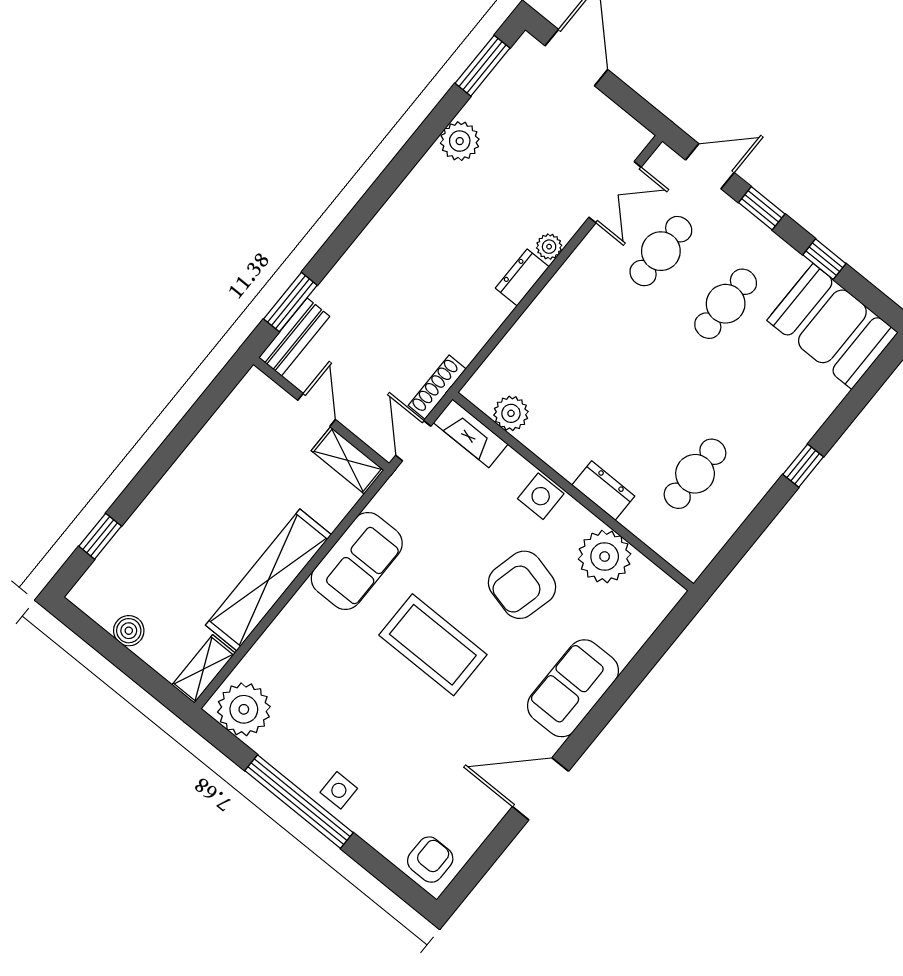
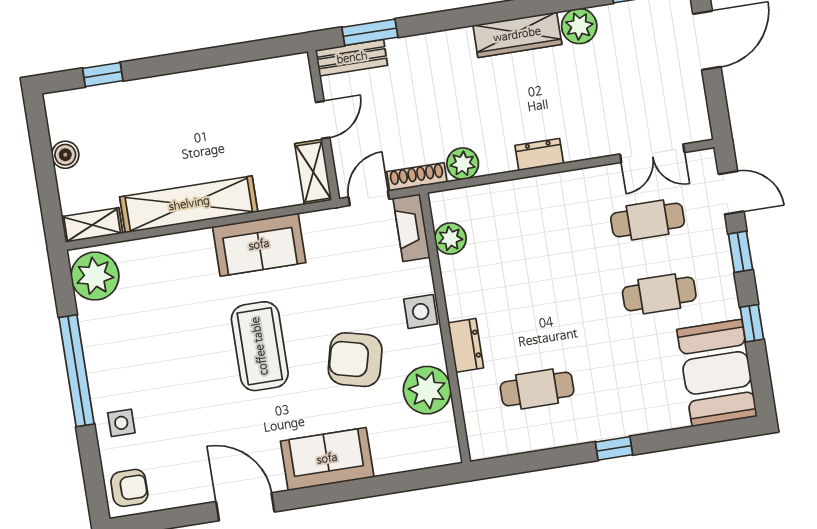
wardrobe: (415, 194) -> (517, 35), added
plant: (549, 247) -> (463, 164), moved, width x1.38, depth x1.38
side table: (339, 790) -> (121, 423), moved

